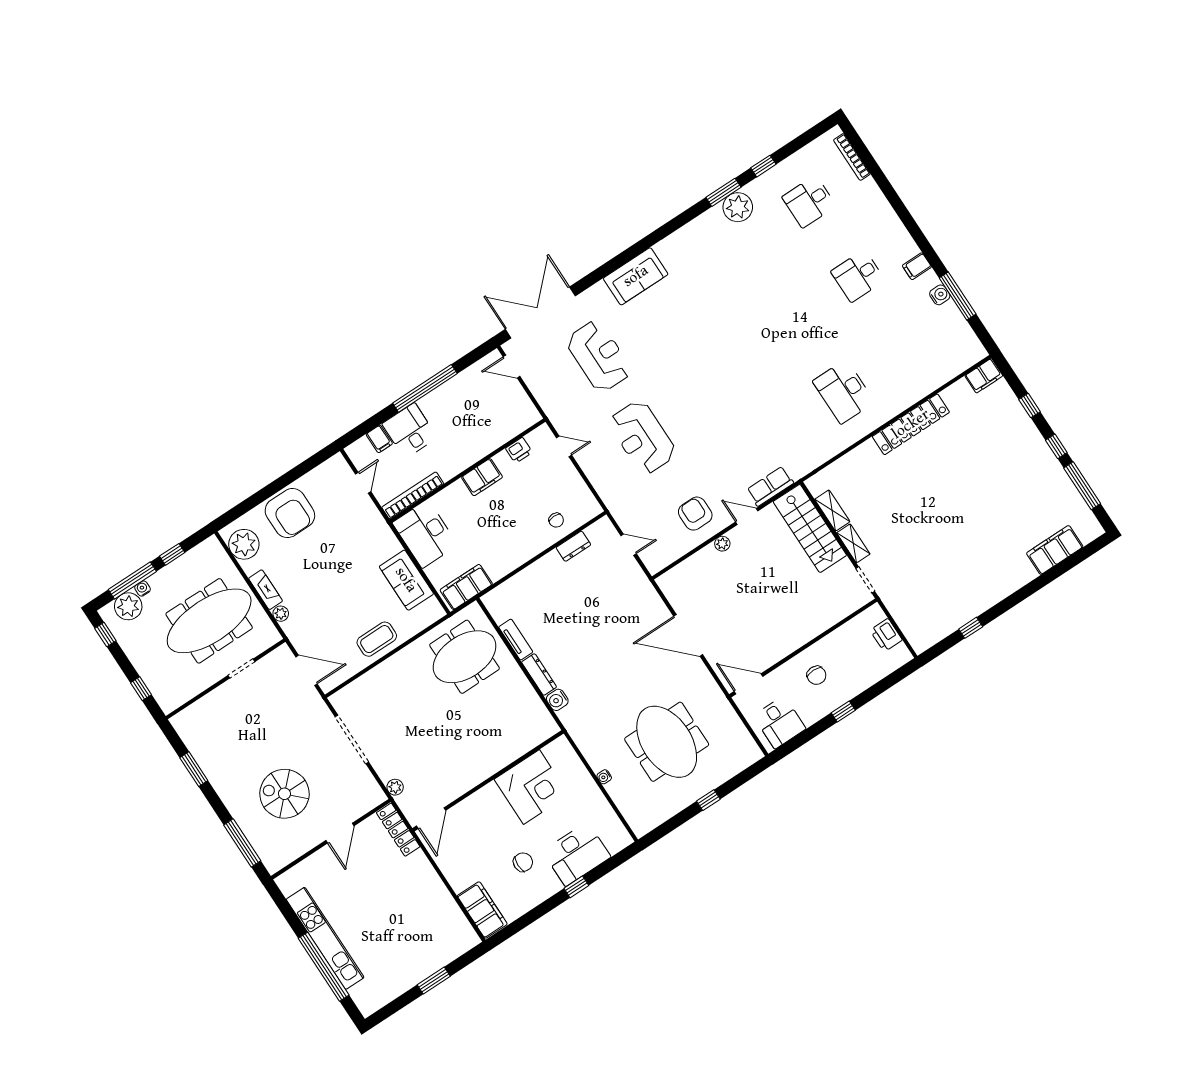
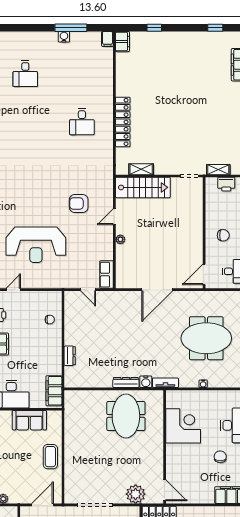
filing cabinet: (917, 266) -> (107, 39), moved
desk: (844, 392) -> (82, 122), width x0.73
locker: (911, 424) -> (123, 122), moved
reception desk: (642, 437) -> (36, 245), width x1.36, depth x1.30
window: (1056, 446) -> (185, 28), removed
row of seats: (770, 486) -> (107, 275), moved
window: (1082, 486) -> (215, 28), width x0.46
armchair: (695, 514) -> (79, 203), moved
shelving: (853, 543) -> (218, 170), moved
door: (629, 545) -> (88, 290), swing flipped
dresser: (573, 546) -> (70, 356), moved
tv unit: (516, 640) -> (165, 383), moved
meeting table: (465, 657) -> (126, 416), moved
plant: (395, 787) -> (136, 494), width x1.87, depth x1.87

